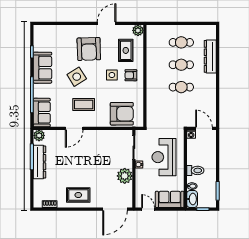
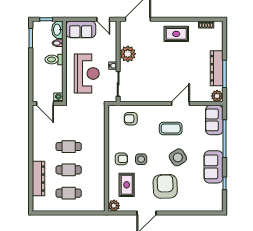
armchair: (122, 114) -> (131, 119), width x0.53, depth x0.53

